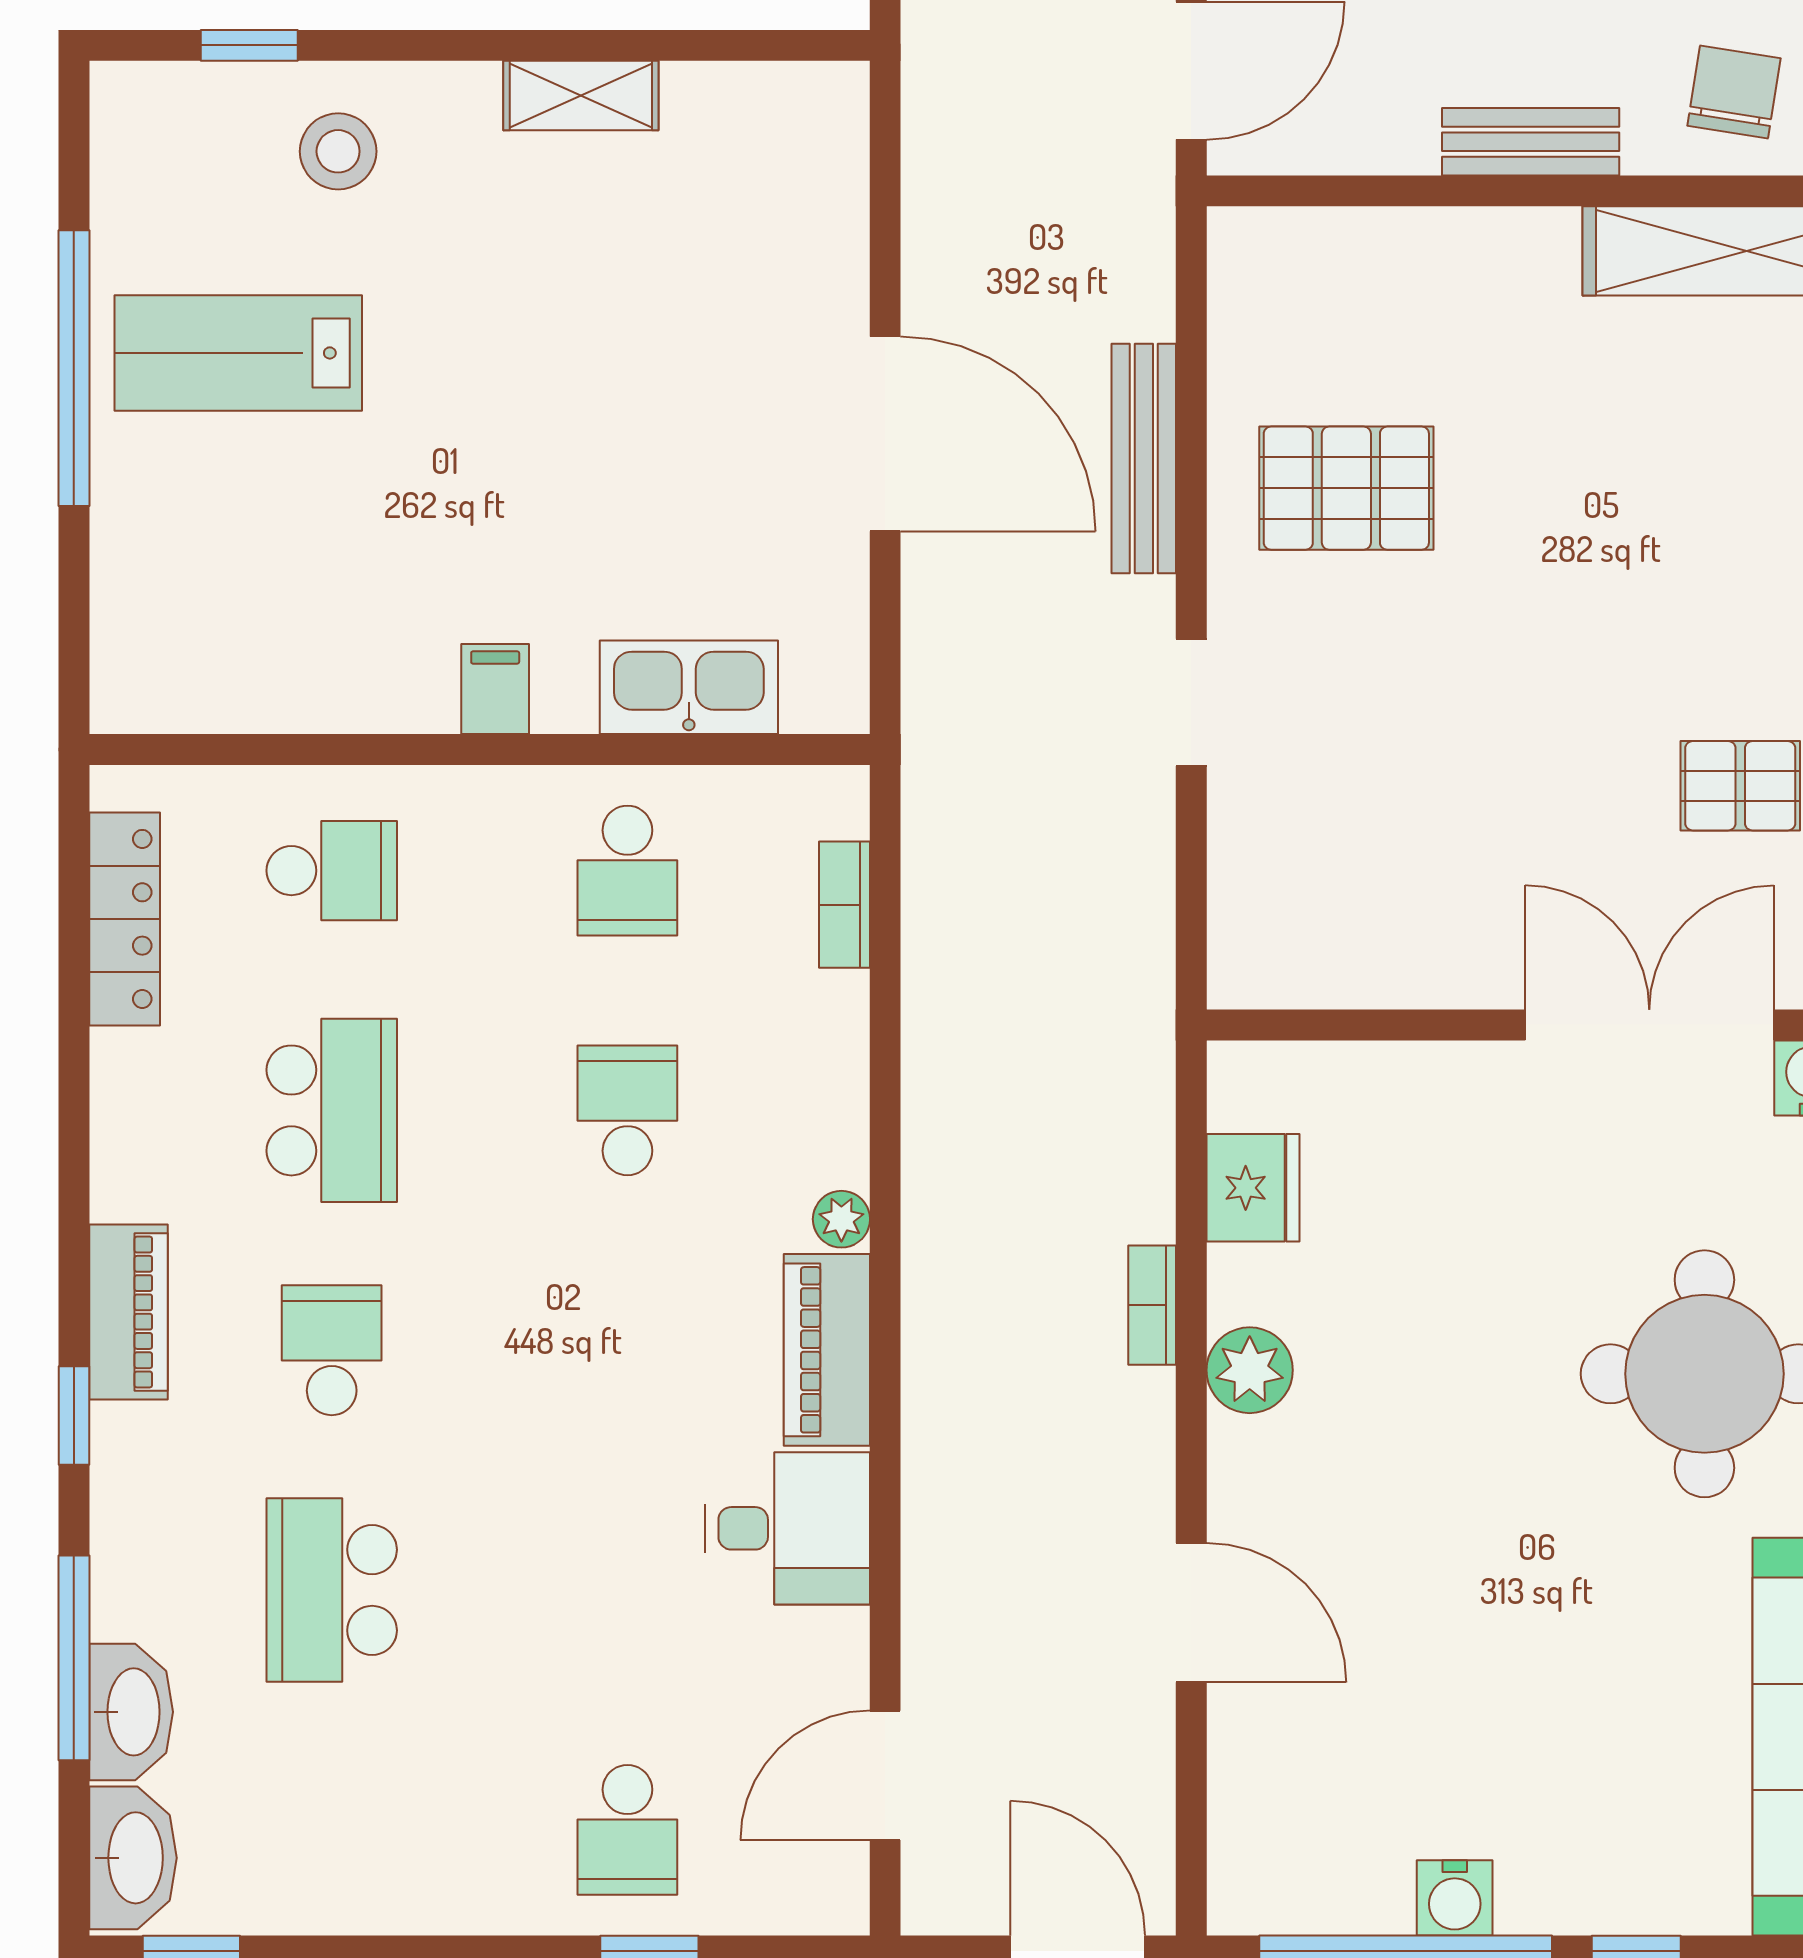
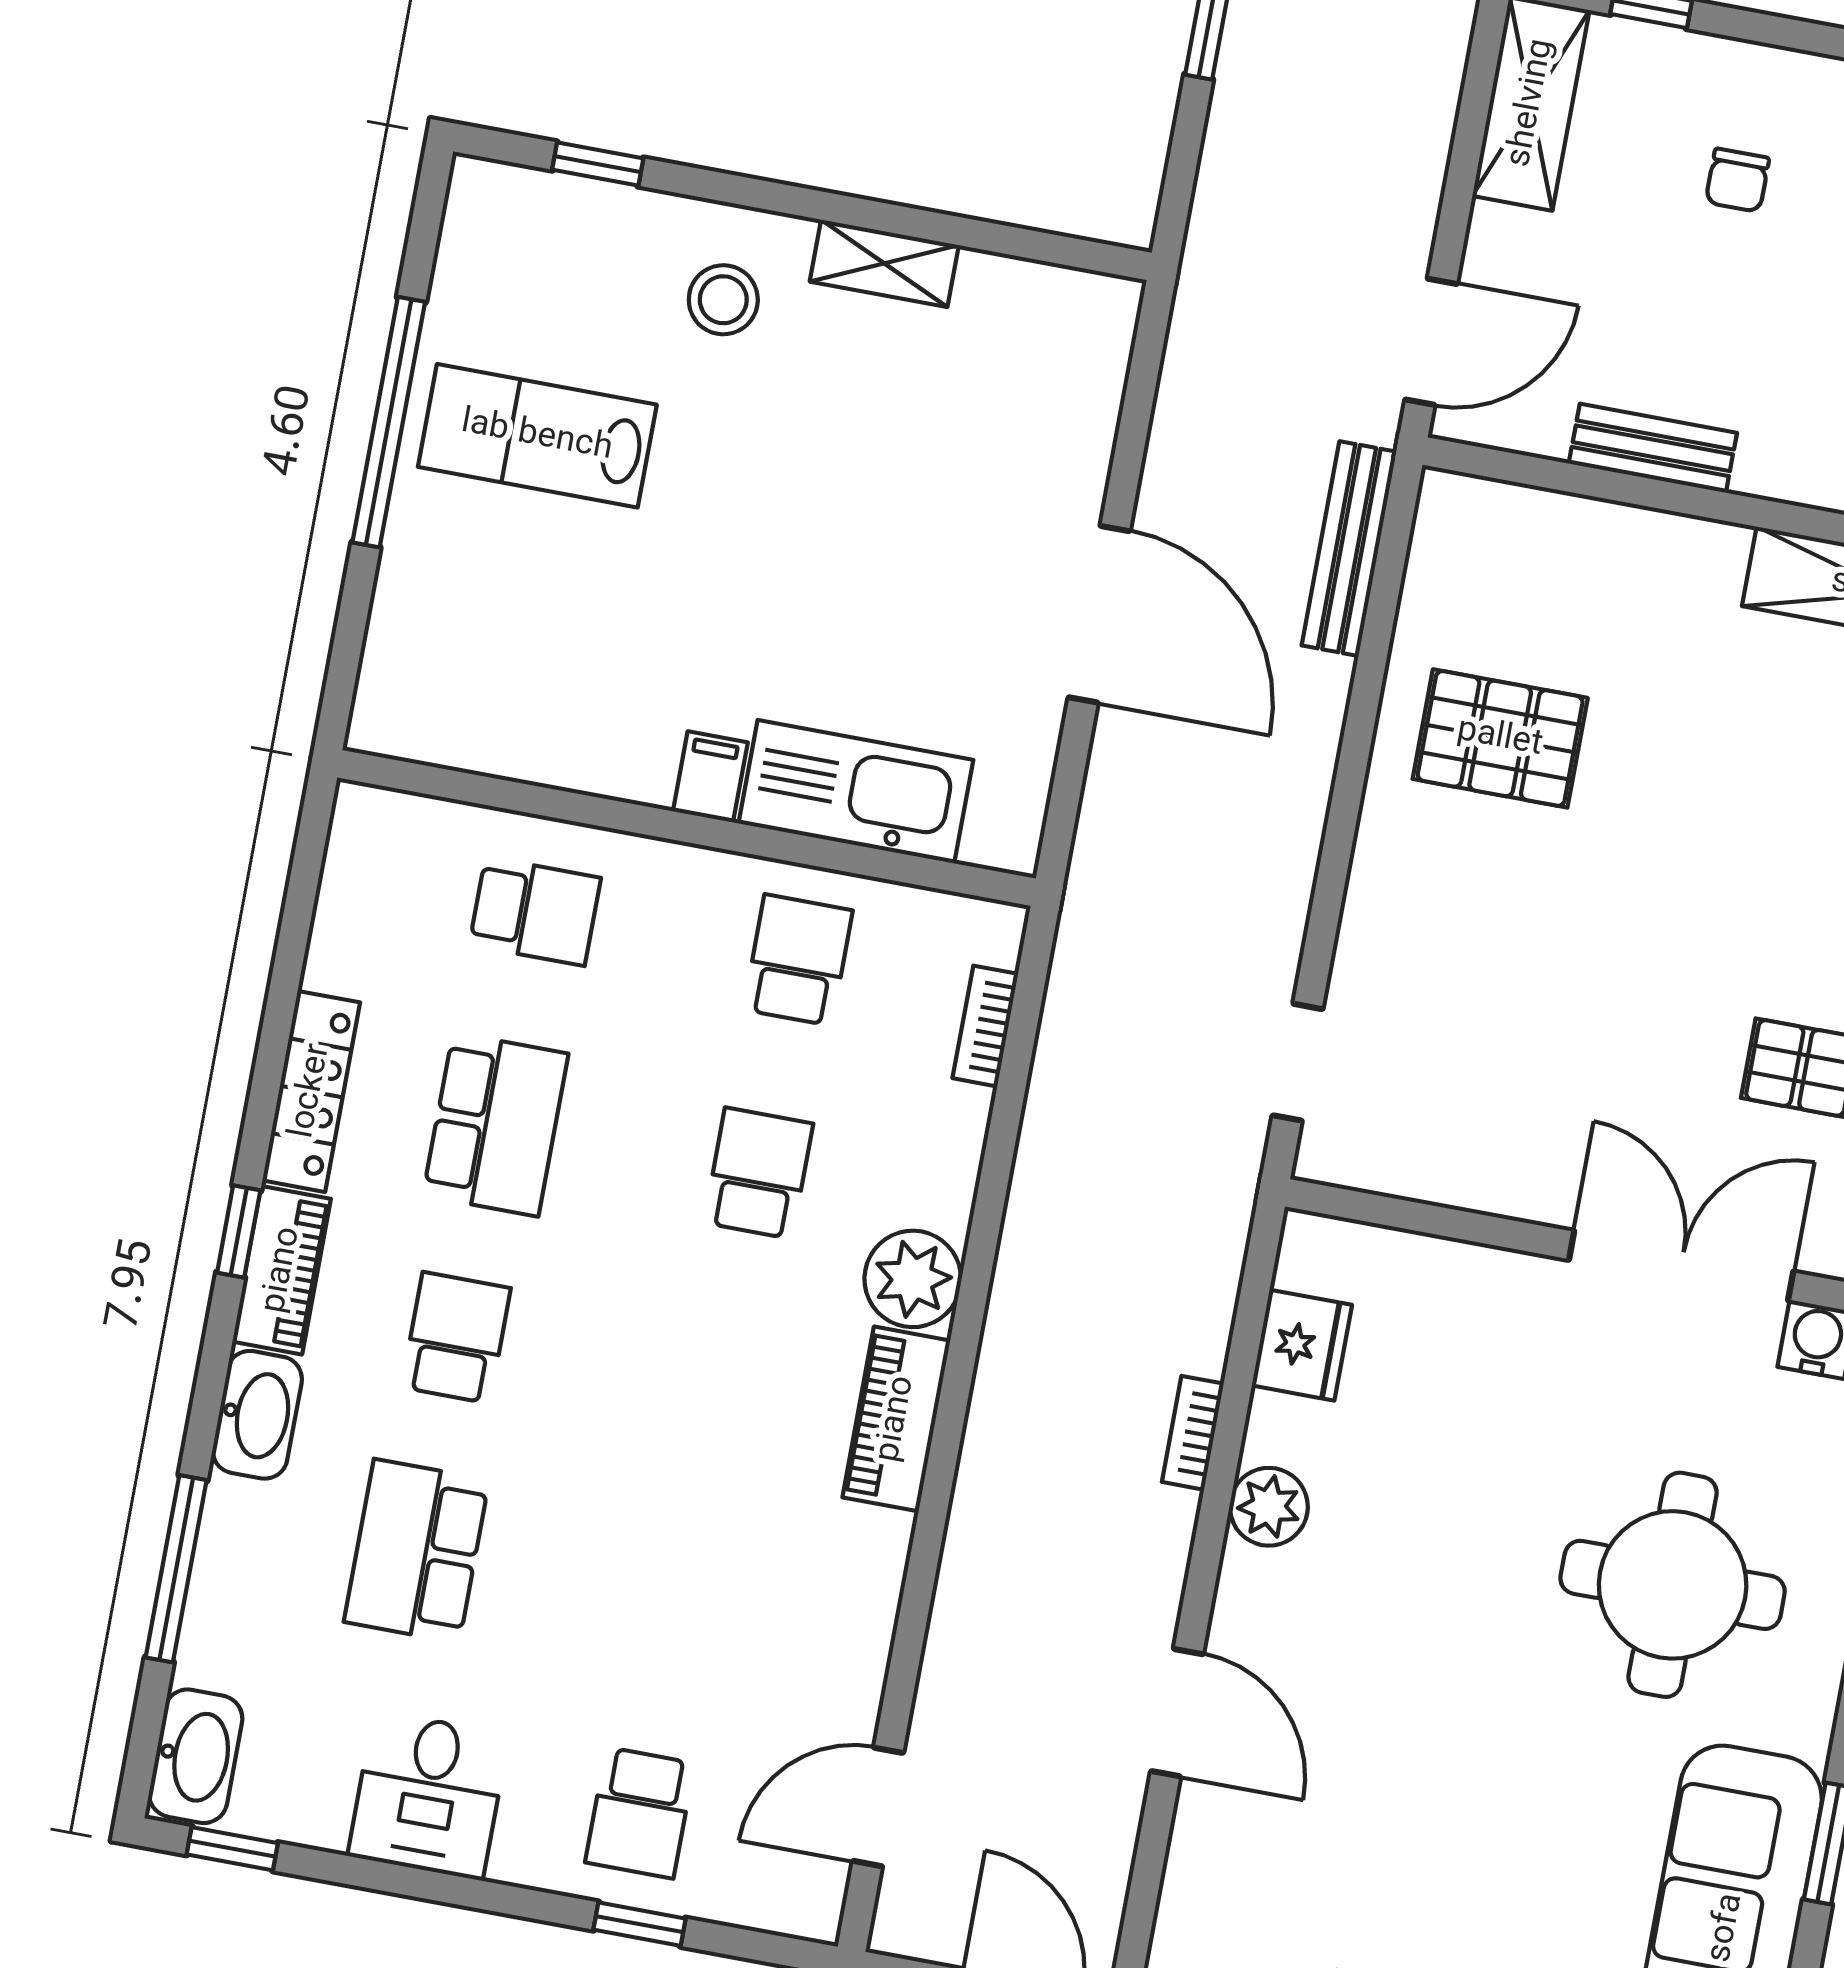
bench: (1531, 142) -> (1653, 448), moved
stool: (338, 151) -> (723, 300), moved
bench: (1144, 459) -> (1349, 549), moved
kitchen sink: (689, 687) -> (856, 792), width x1.36, depth x1.24
doorway: (1191, 702) -> (1298, 1062), moved
school desk: (627, 871) -> (798, 960), turned 180
locker: (125, 919) -> (311, 1091), moved
plant: (841, 1219) -> (913, 1279), width x1.88, depth x1.88
window: (74, 1416) -> (239, 1232), moved
desk: (788, 1528) -> (428, 1795), moved, turned 90
washbasin: (131, 1712) -> (257, 1415), moved

